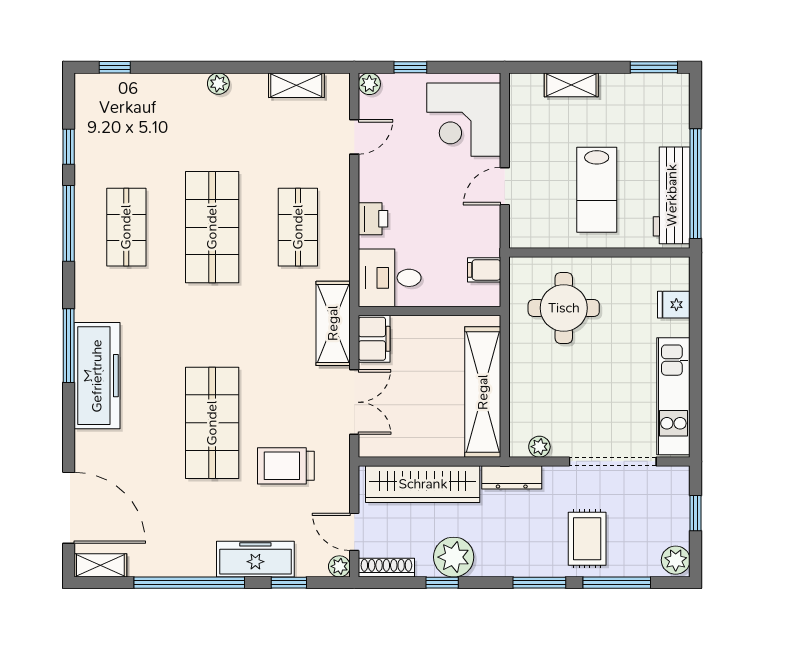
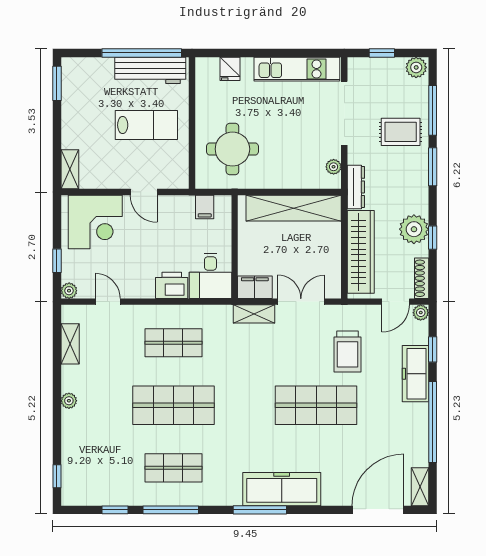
shelving: (571, 85) -> (70, 169), moved
printer: (373, 219) -> (172, 285), width x1.36, depth x1.24
shelving: (333, 323) -> (254, 314), width x0.67, depth x0.75

